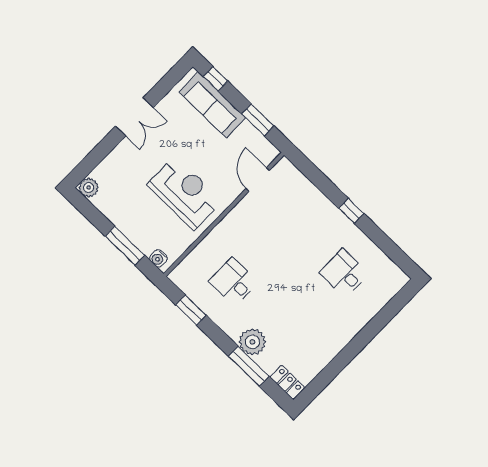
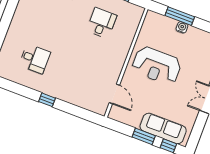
window: (258, 120) -> (144, 136), moved
water cooler: (158, 258) -> (182, 27), moved
desk: (233, 282) -> (102, 23), turned -90

